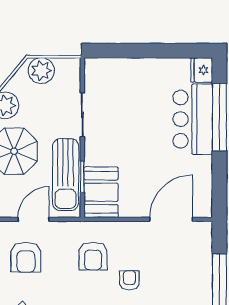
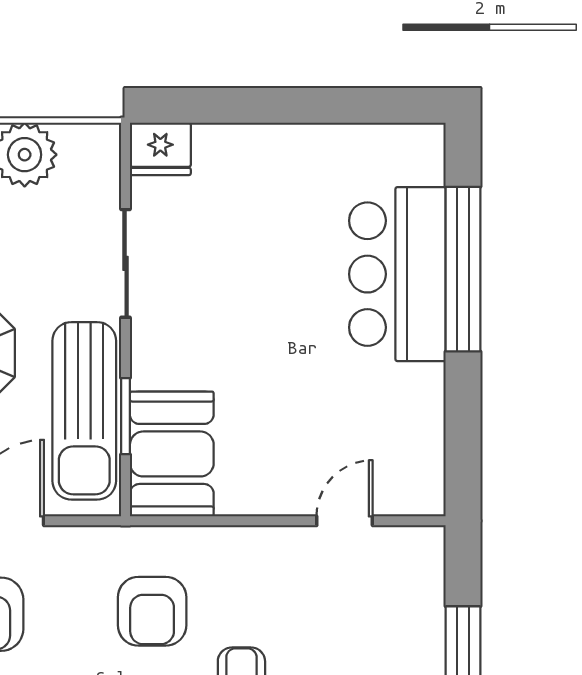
fridge: (202, 70) -> (160, 149), moved, turned -90
door: (171, 219) -> (345, 521), width x0.53

